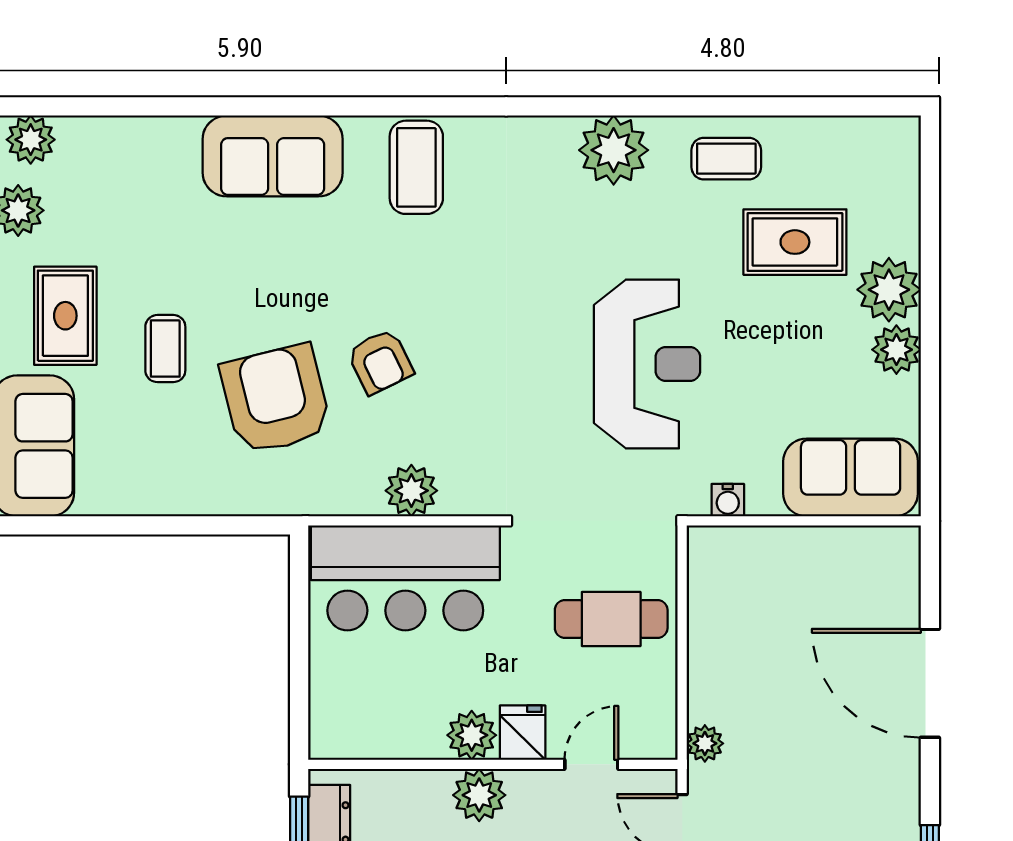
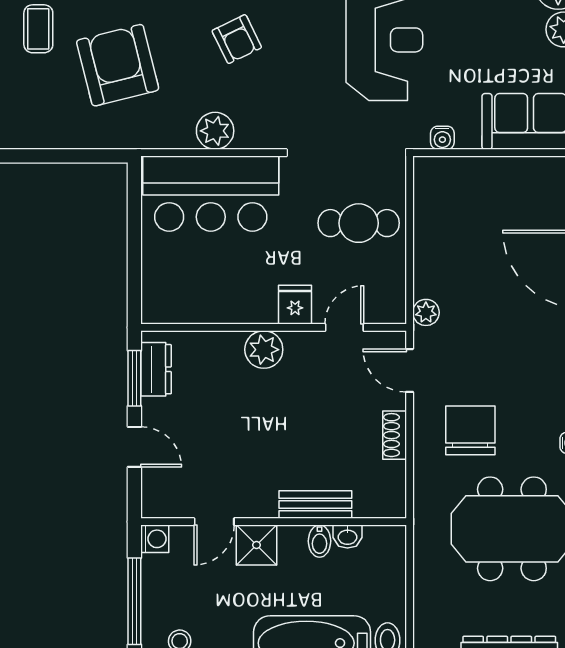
armchair: (380, 362) -> (237, 39), moved
plant: (472, 735) -> (258, 307), removed

